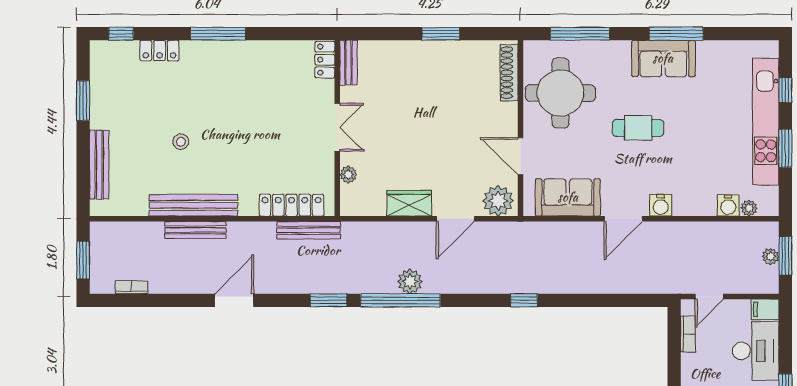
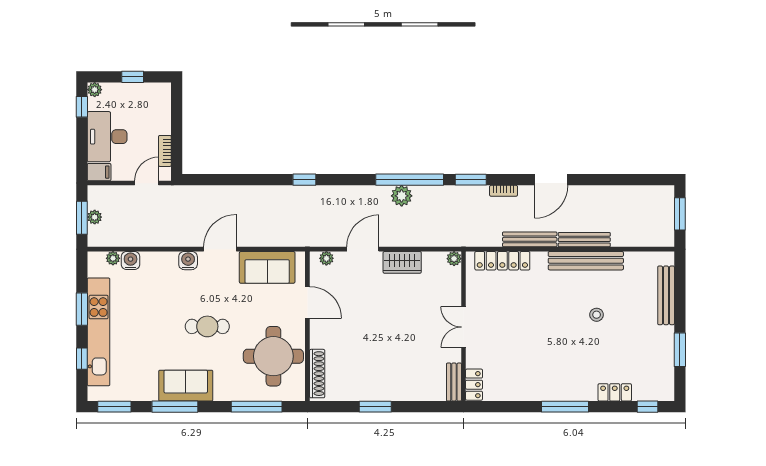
window: (747, 34) -> (114, 407), added
plant: (348, 175) -> (454, 259), moved
plant: (498, 201) -> (326, 258), width x0.53, depth x0.53
bench: (309, 230) -> (530, 239), moved
bookcase: (132, 287) -> (504, 191), moved

